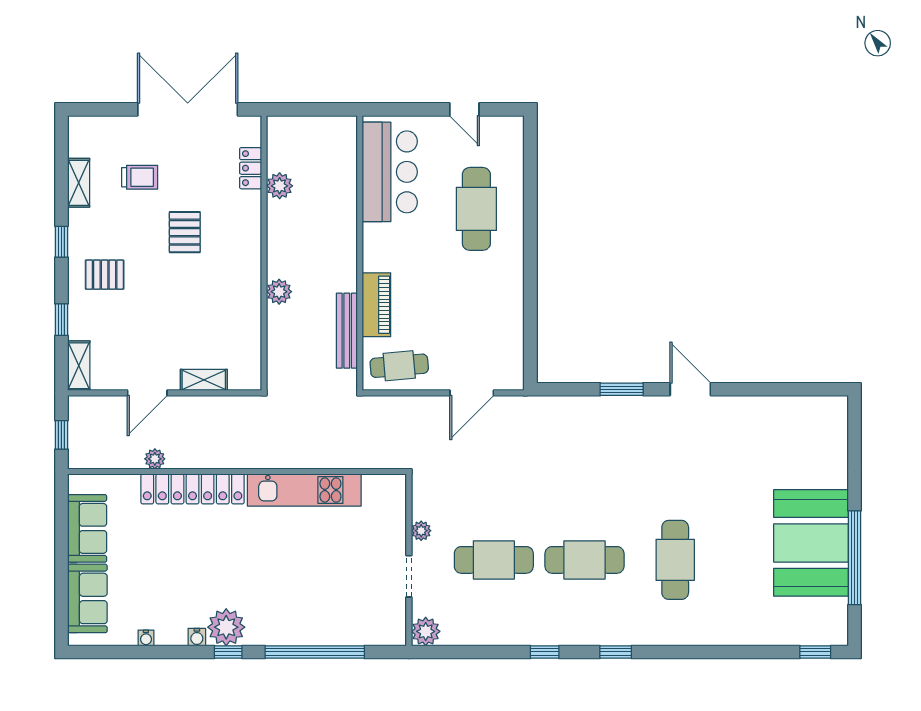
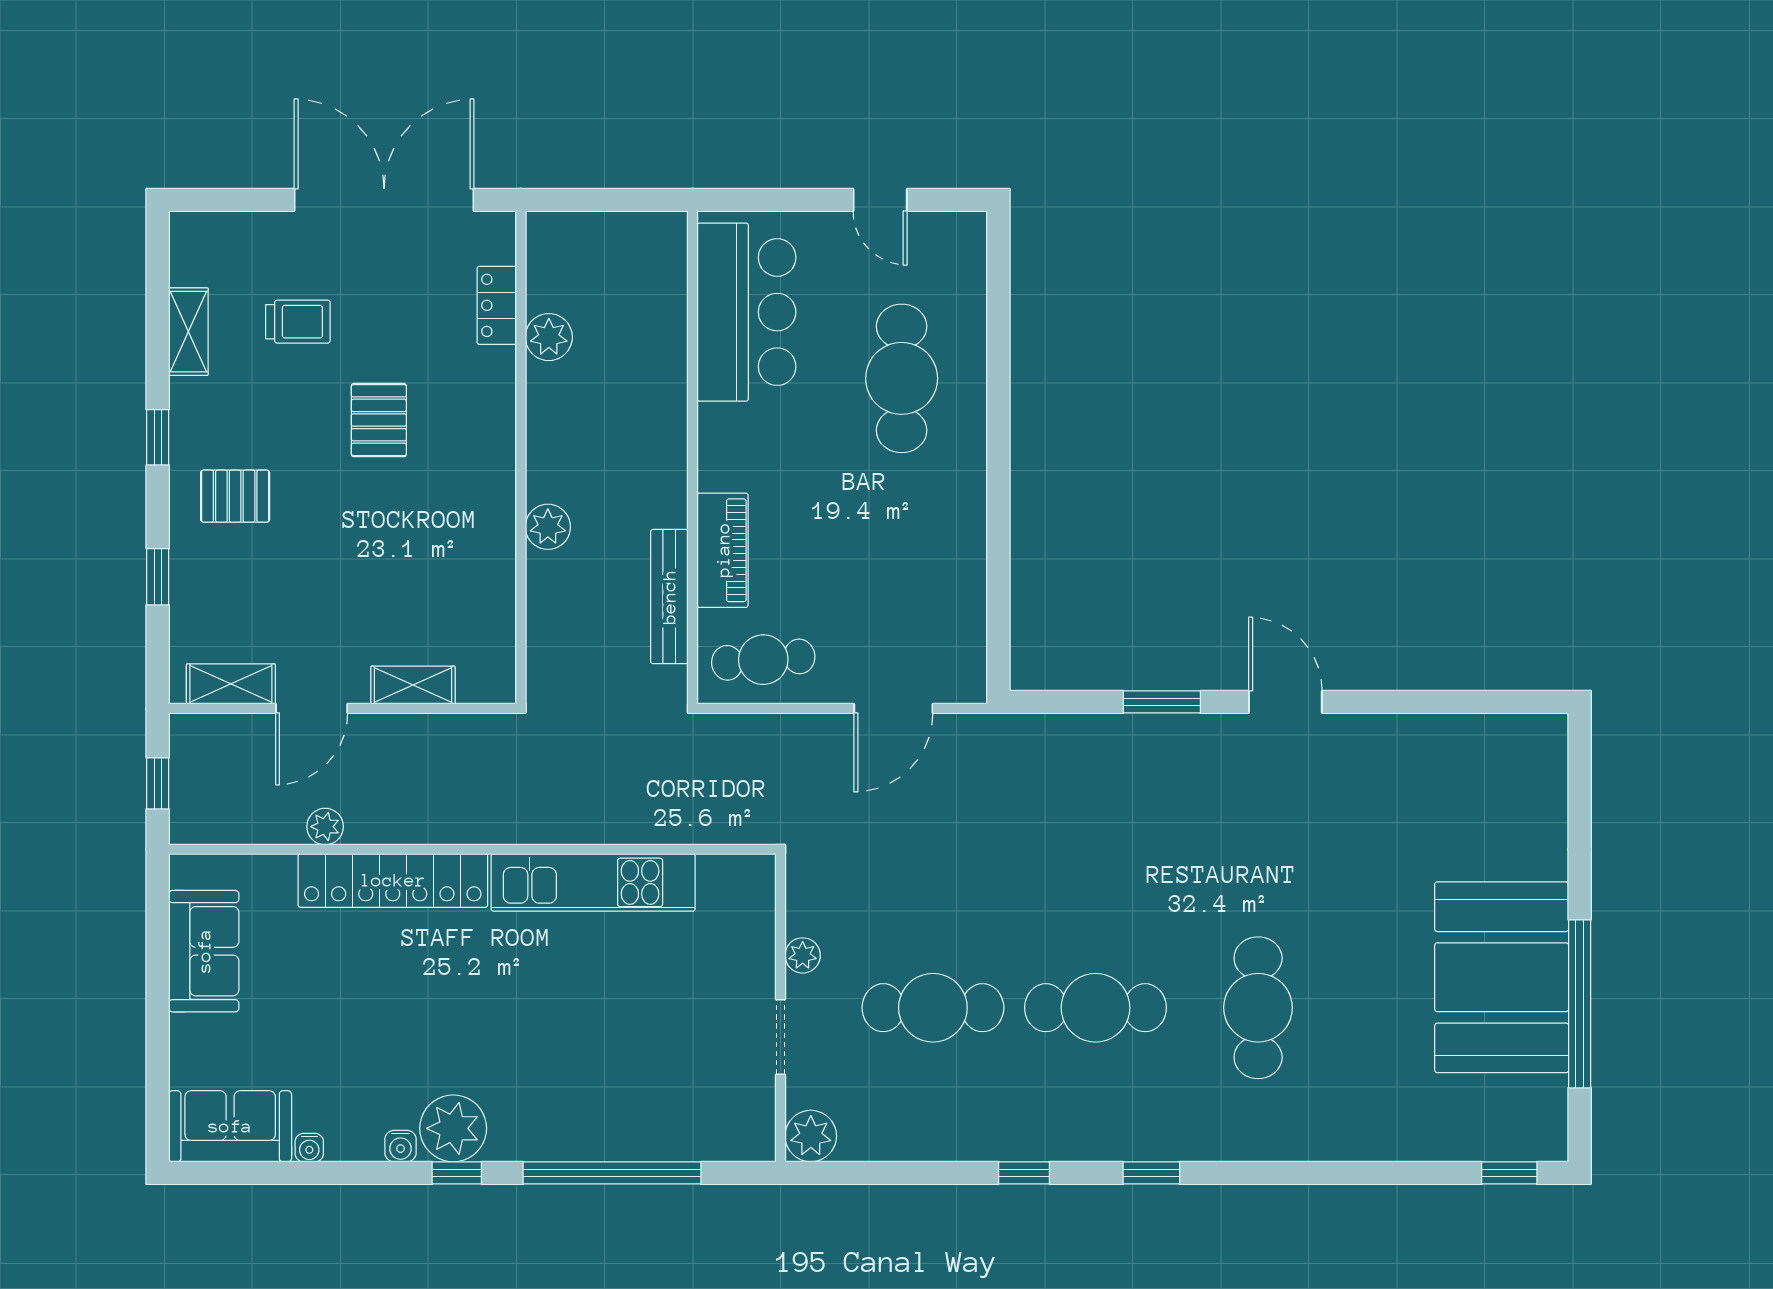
shelving: (79, 366) -> (231, 684), moved, turned 90
sofa: (87, 598) -> (230, 1126), moved, turned -90

